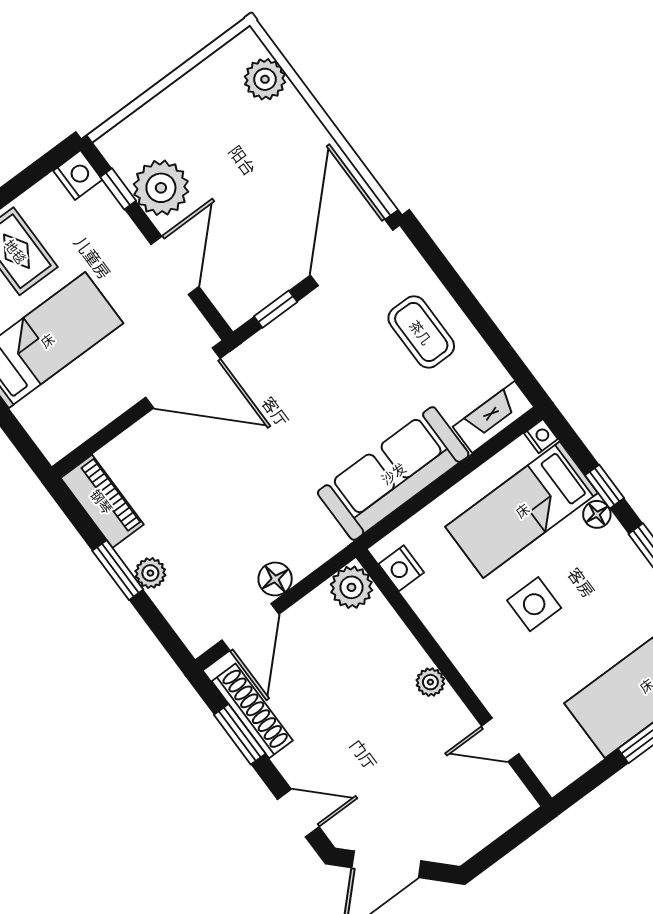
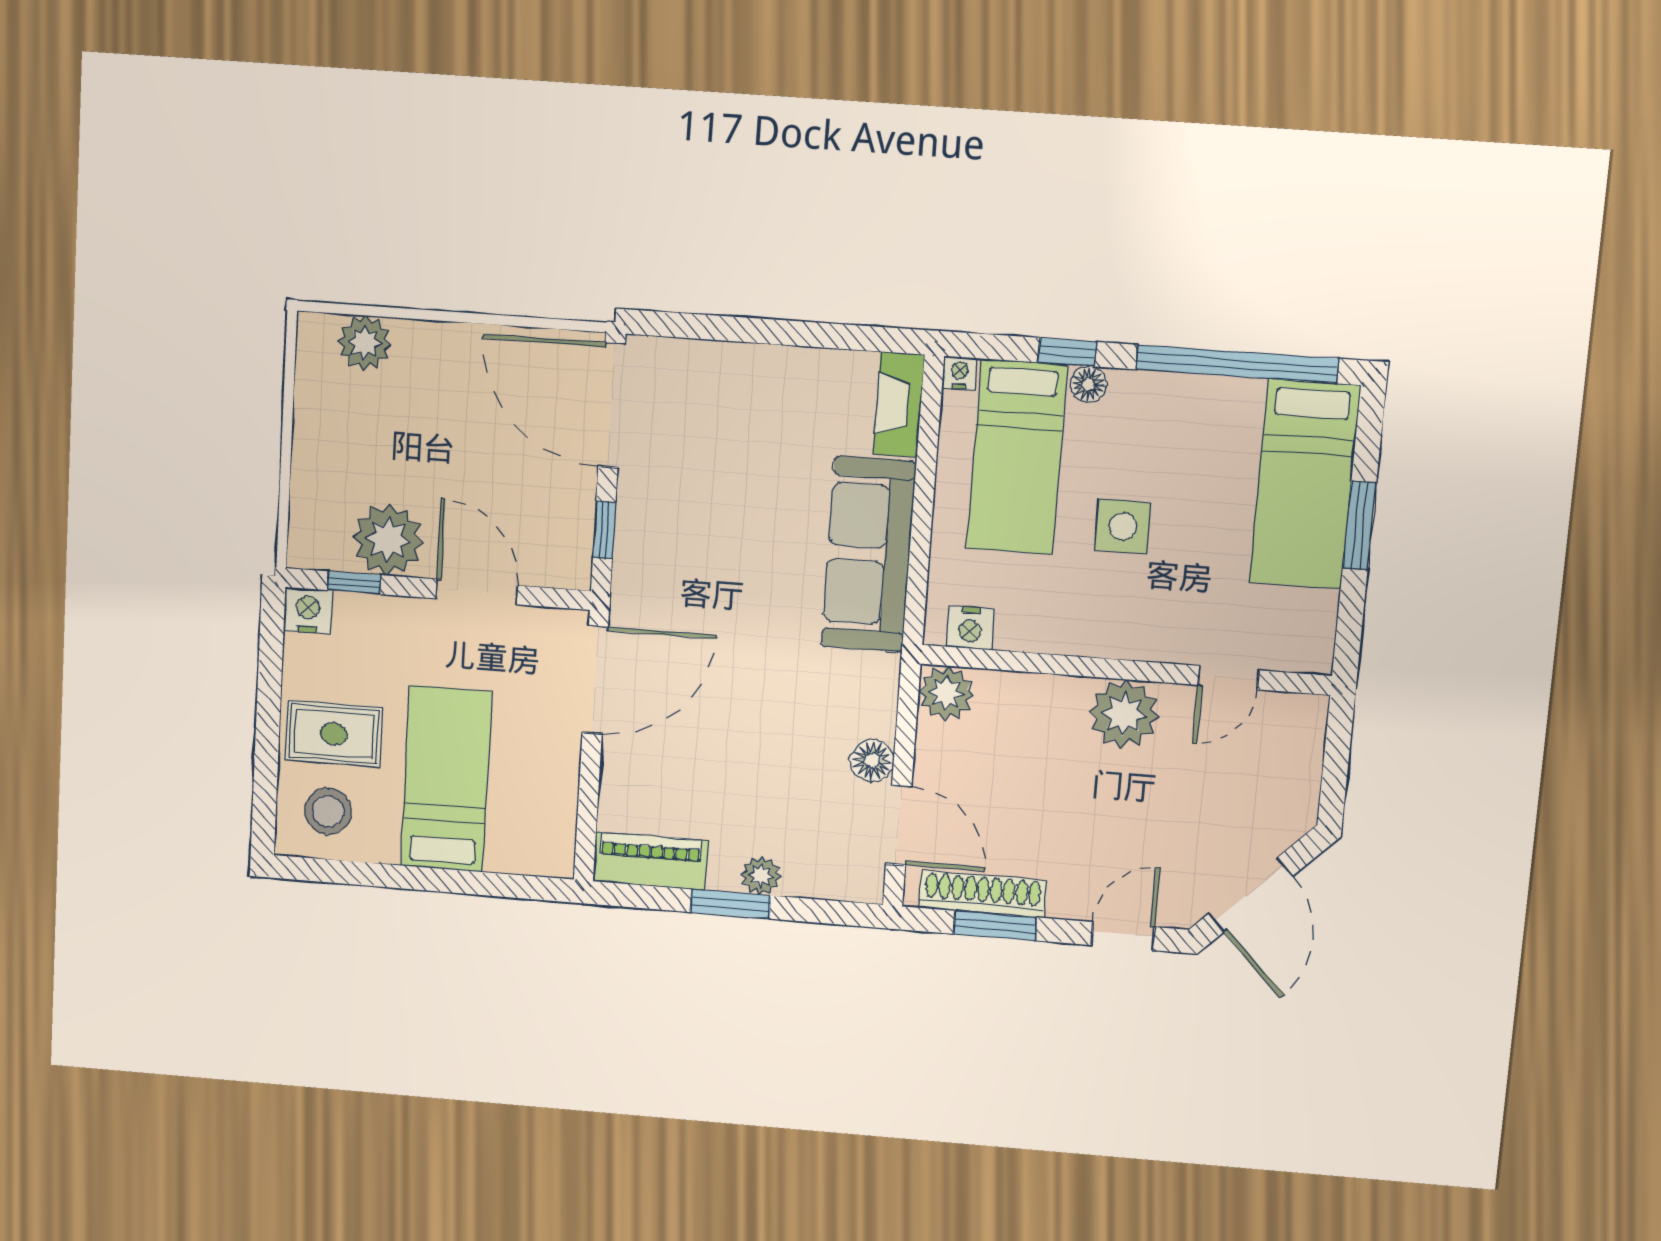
coffee table: (421, 332) -> (751, 404), removed
plant: (430, 682) -> (1124, 714), width x1.88, depth x1.88

